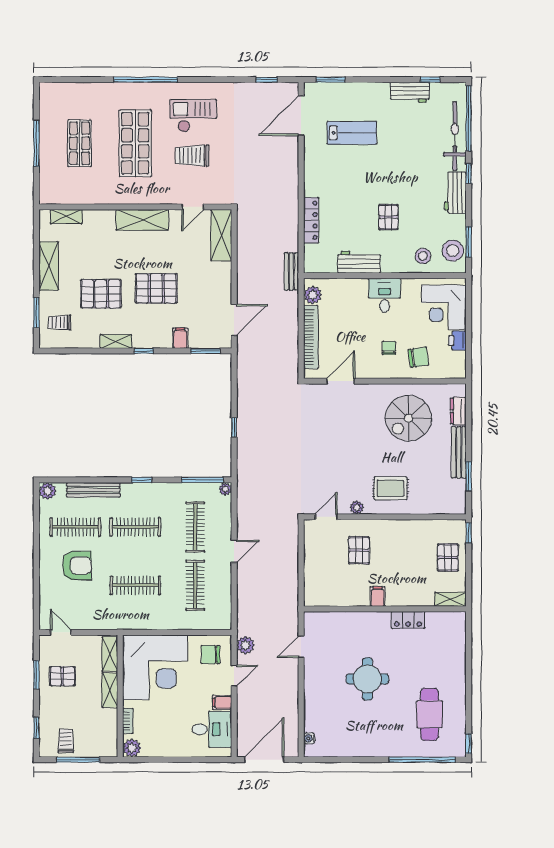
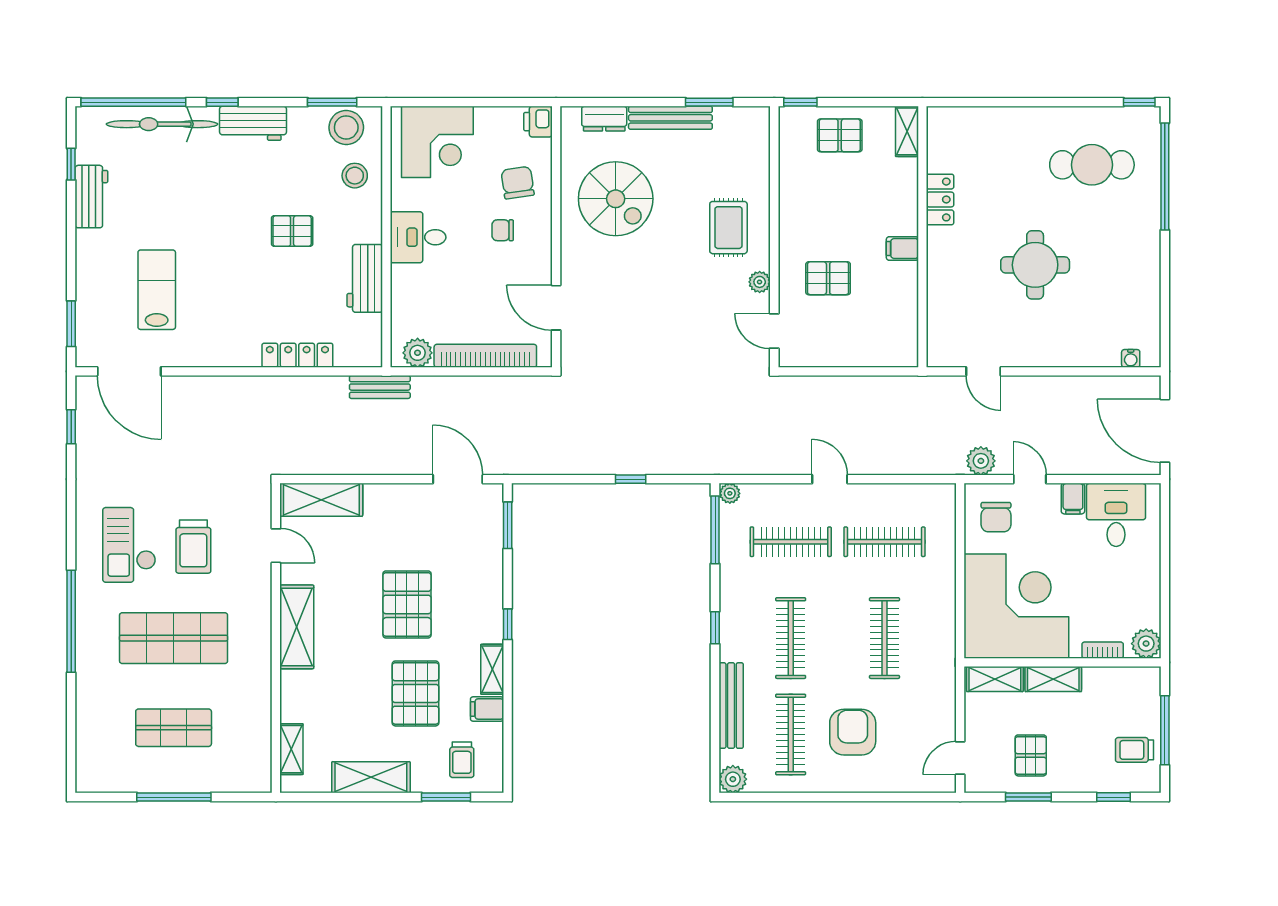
filing cabinet: (180, 338) -> (487, 709), moved
printer: (457, 341) -> (538, 122), moved, turned 90

